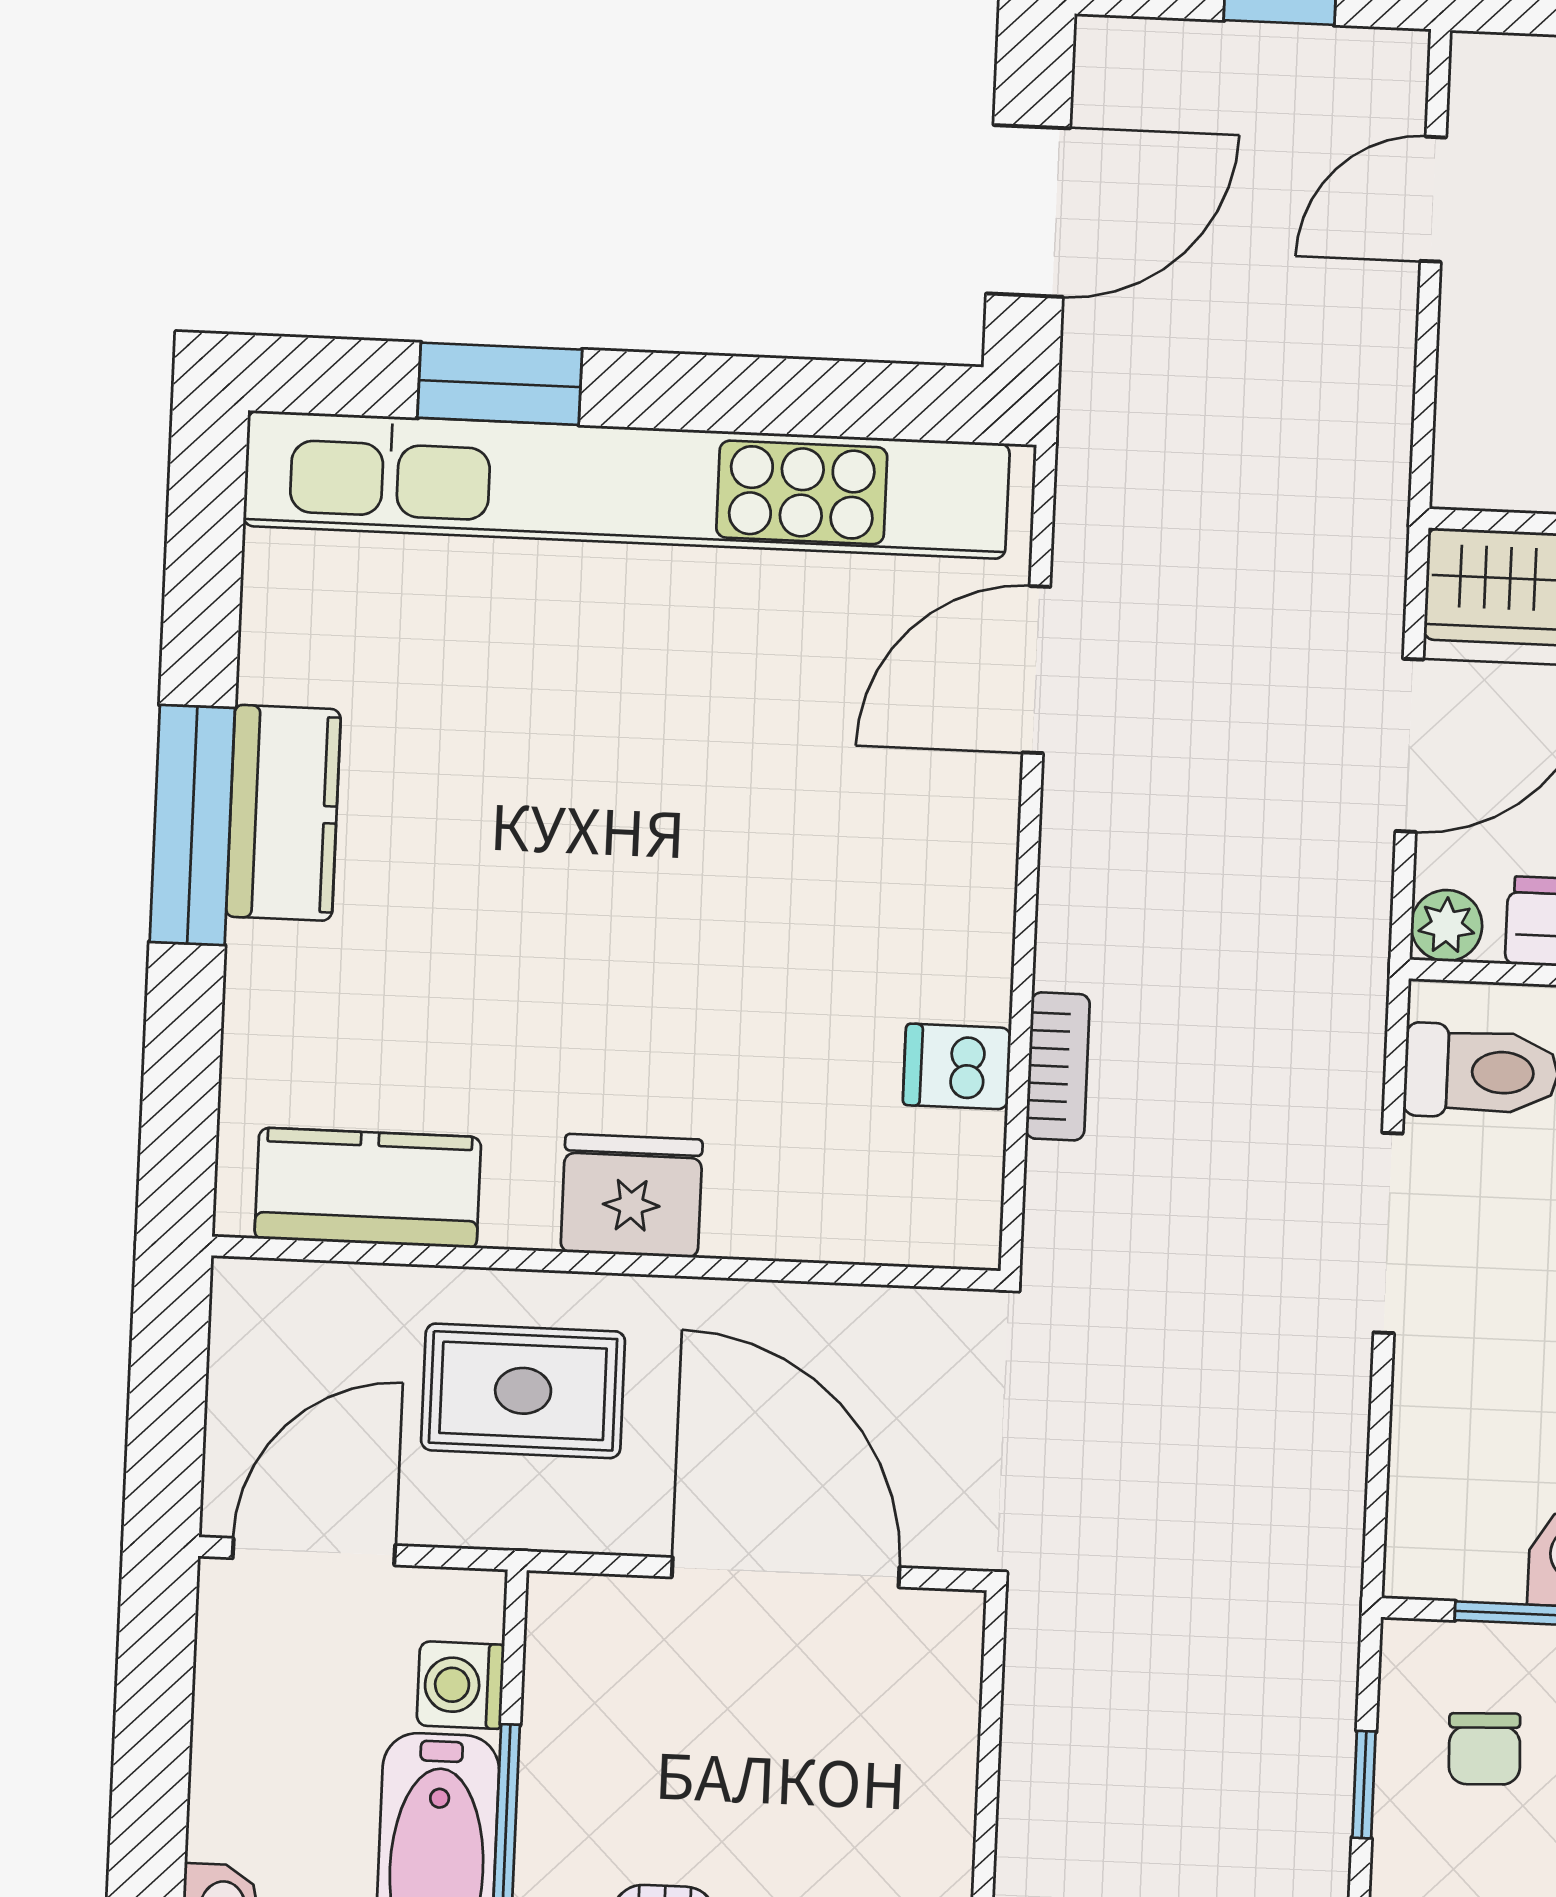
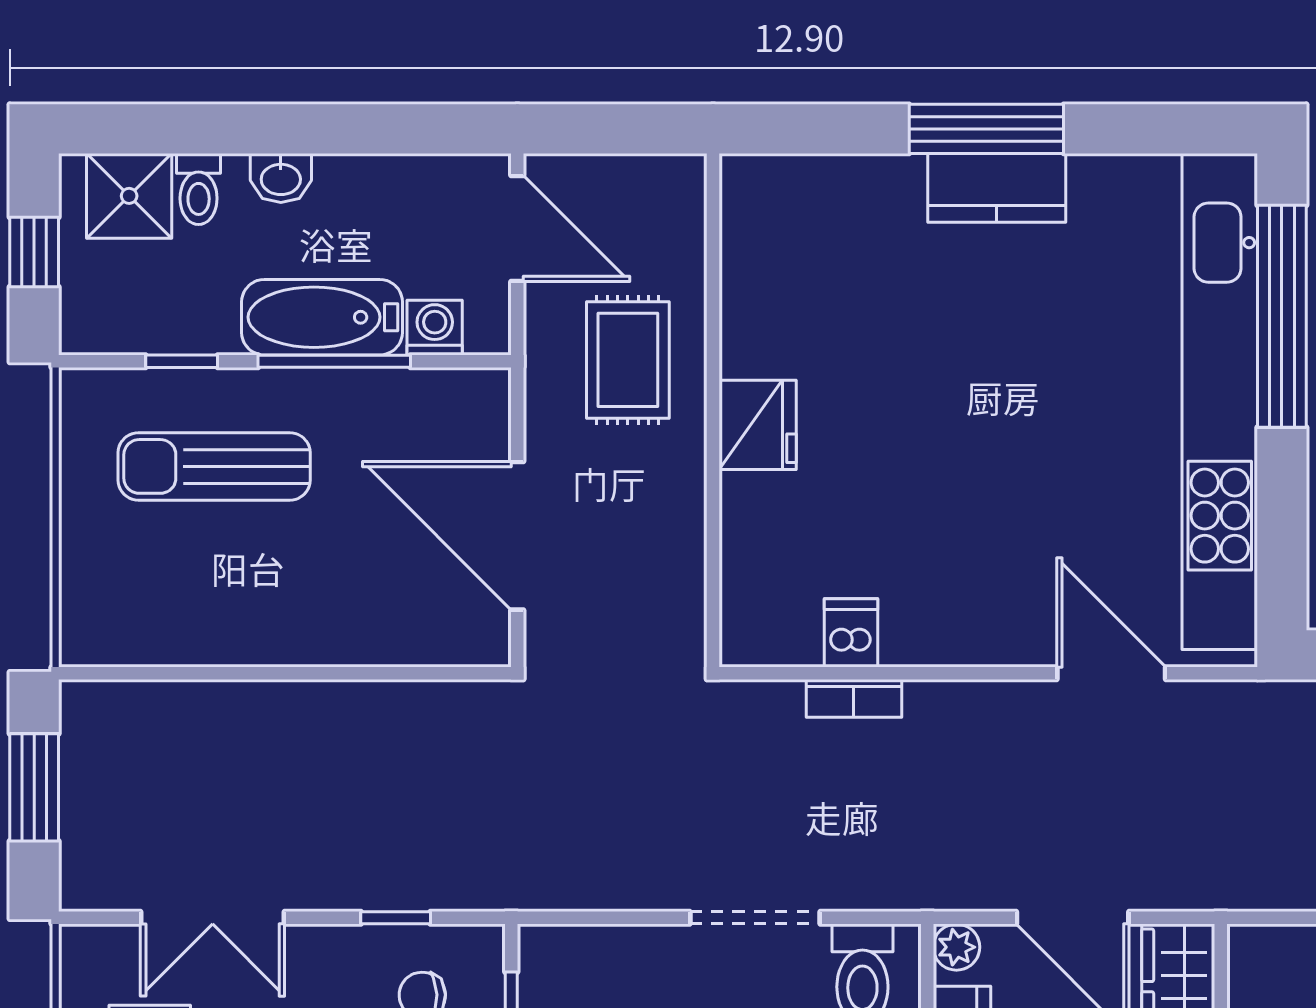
window: (500, 384) -> (1282, 316), width x2.11
kitchen counter: (368, 1188) -> (755, 253), removed
door: (786, 1572) -> (517, 536), swing flipped

